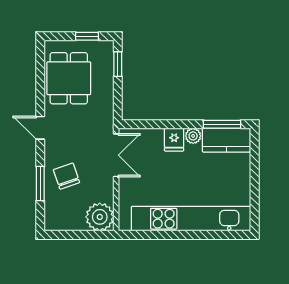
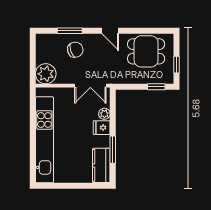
window: (222, 124) -> (113, 150), moved
door: (40, 128) -> (110, 31), swing flipped
plant: (193, 136) -> (104, 114), moved

